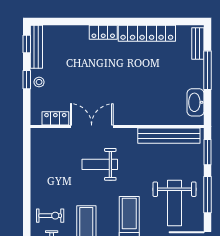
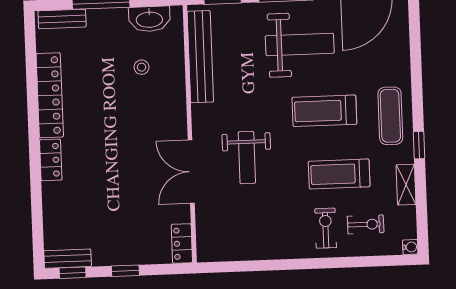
bench: (36, 47) -> (68, 259), width x0.73
stool: (39, 82) -> (142, 67), moved
locker: (55, 118) -> (182, 244), moved

